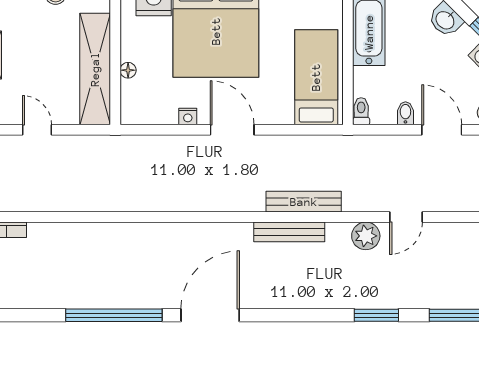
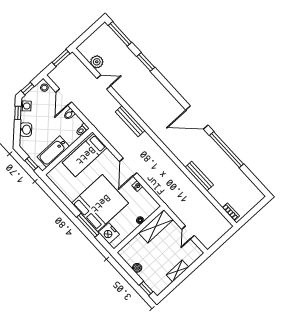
shelving: (95, 69) -> (156, 226), width x0.68
bench: (289, 232) -> (199, 176), moved
plant: (366, 236) -> (97, 62), moved

